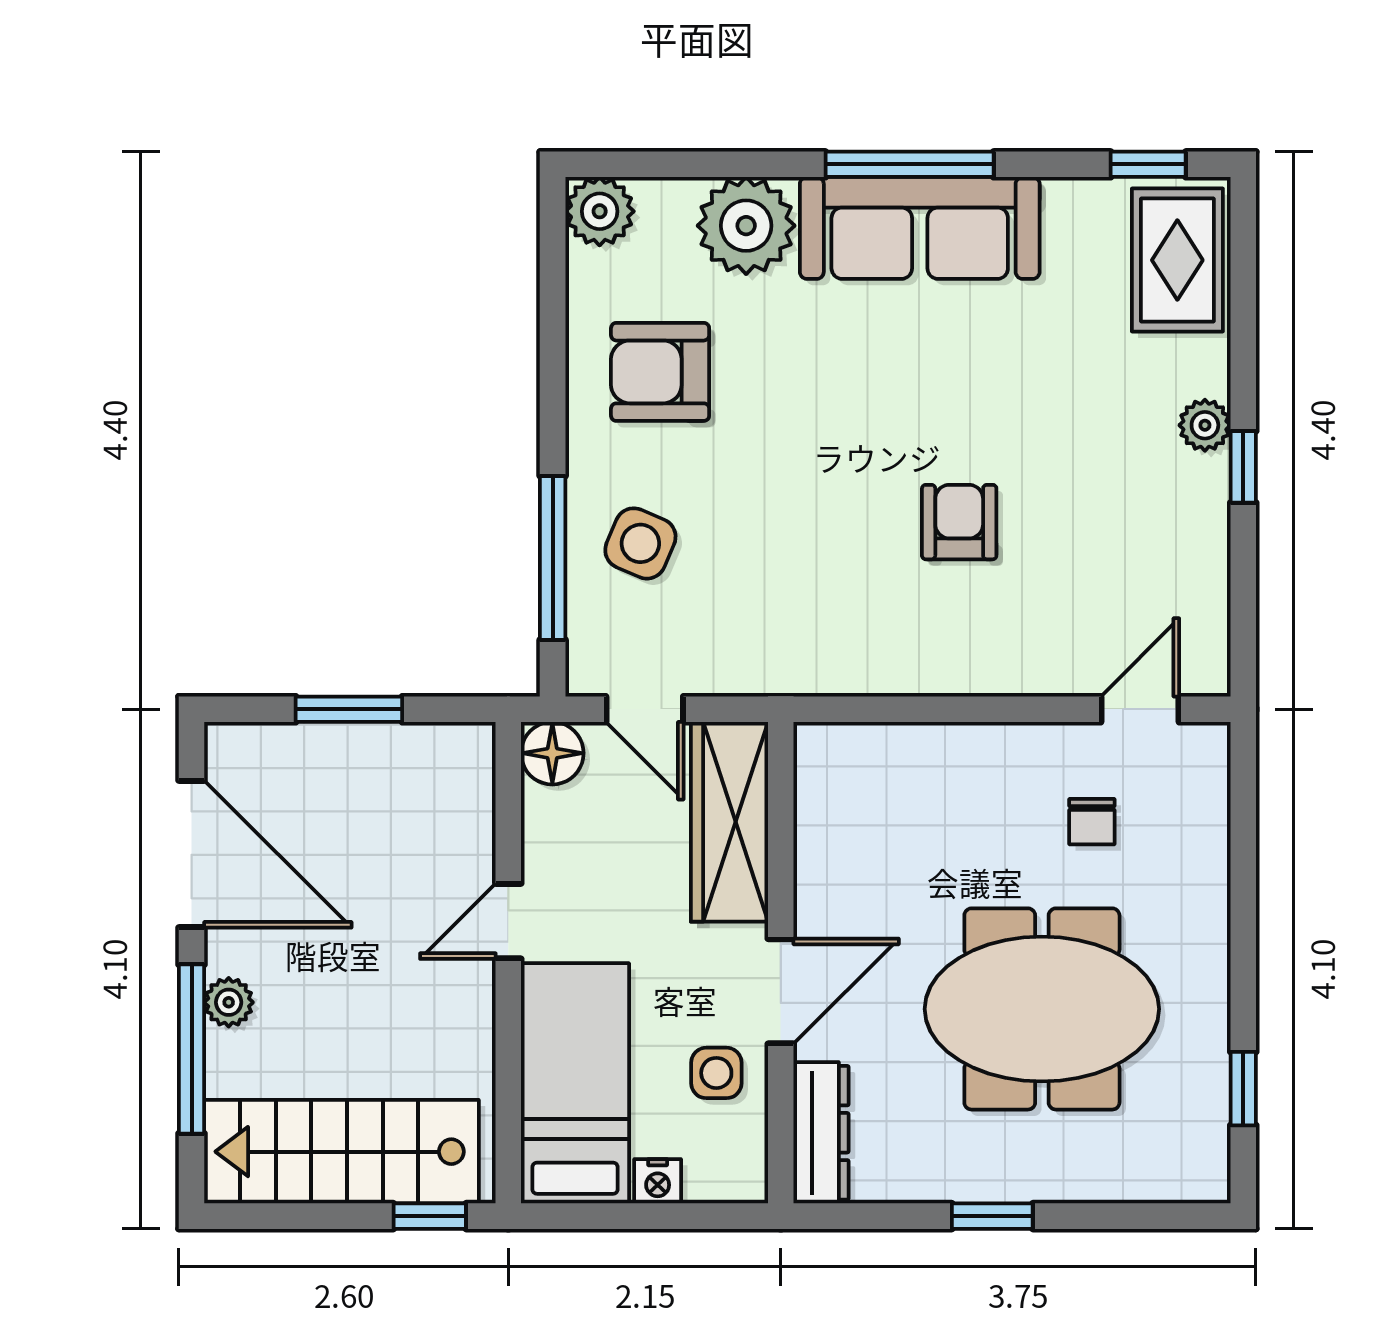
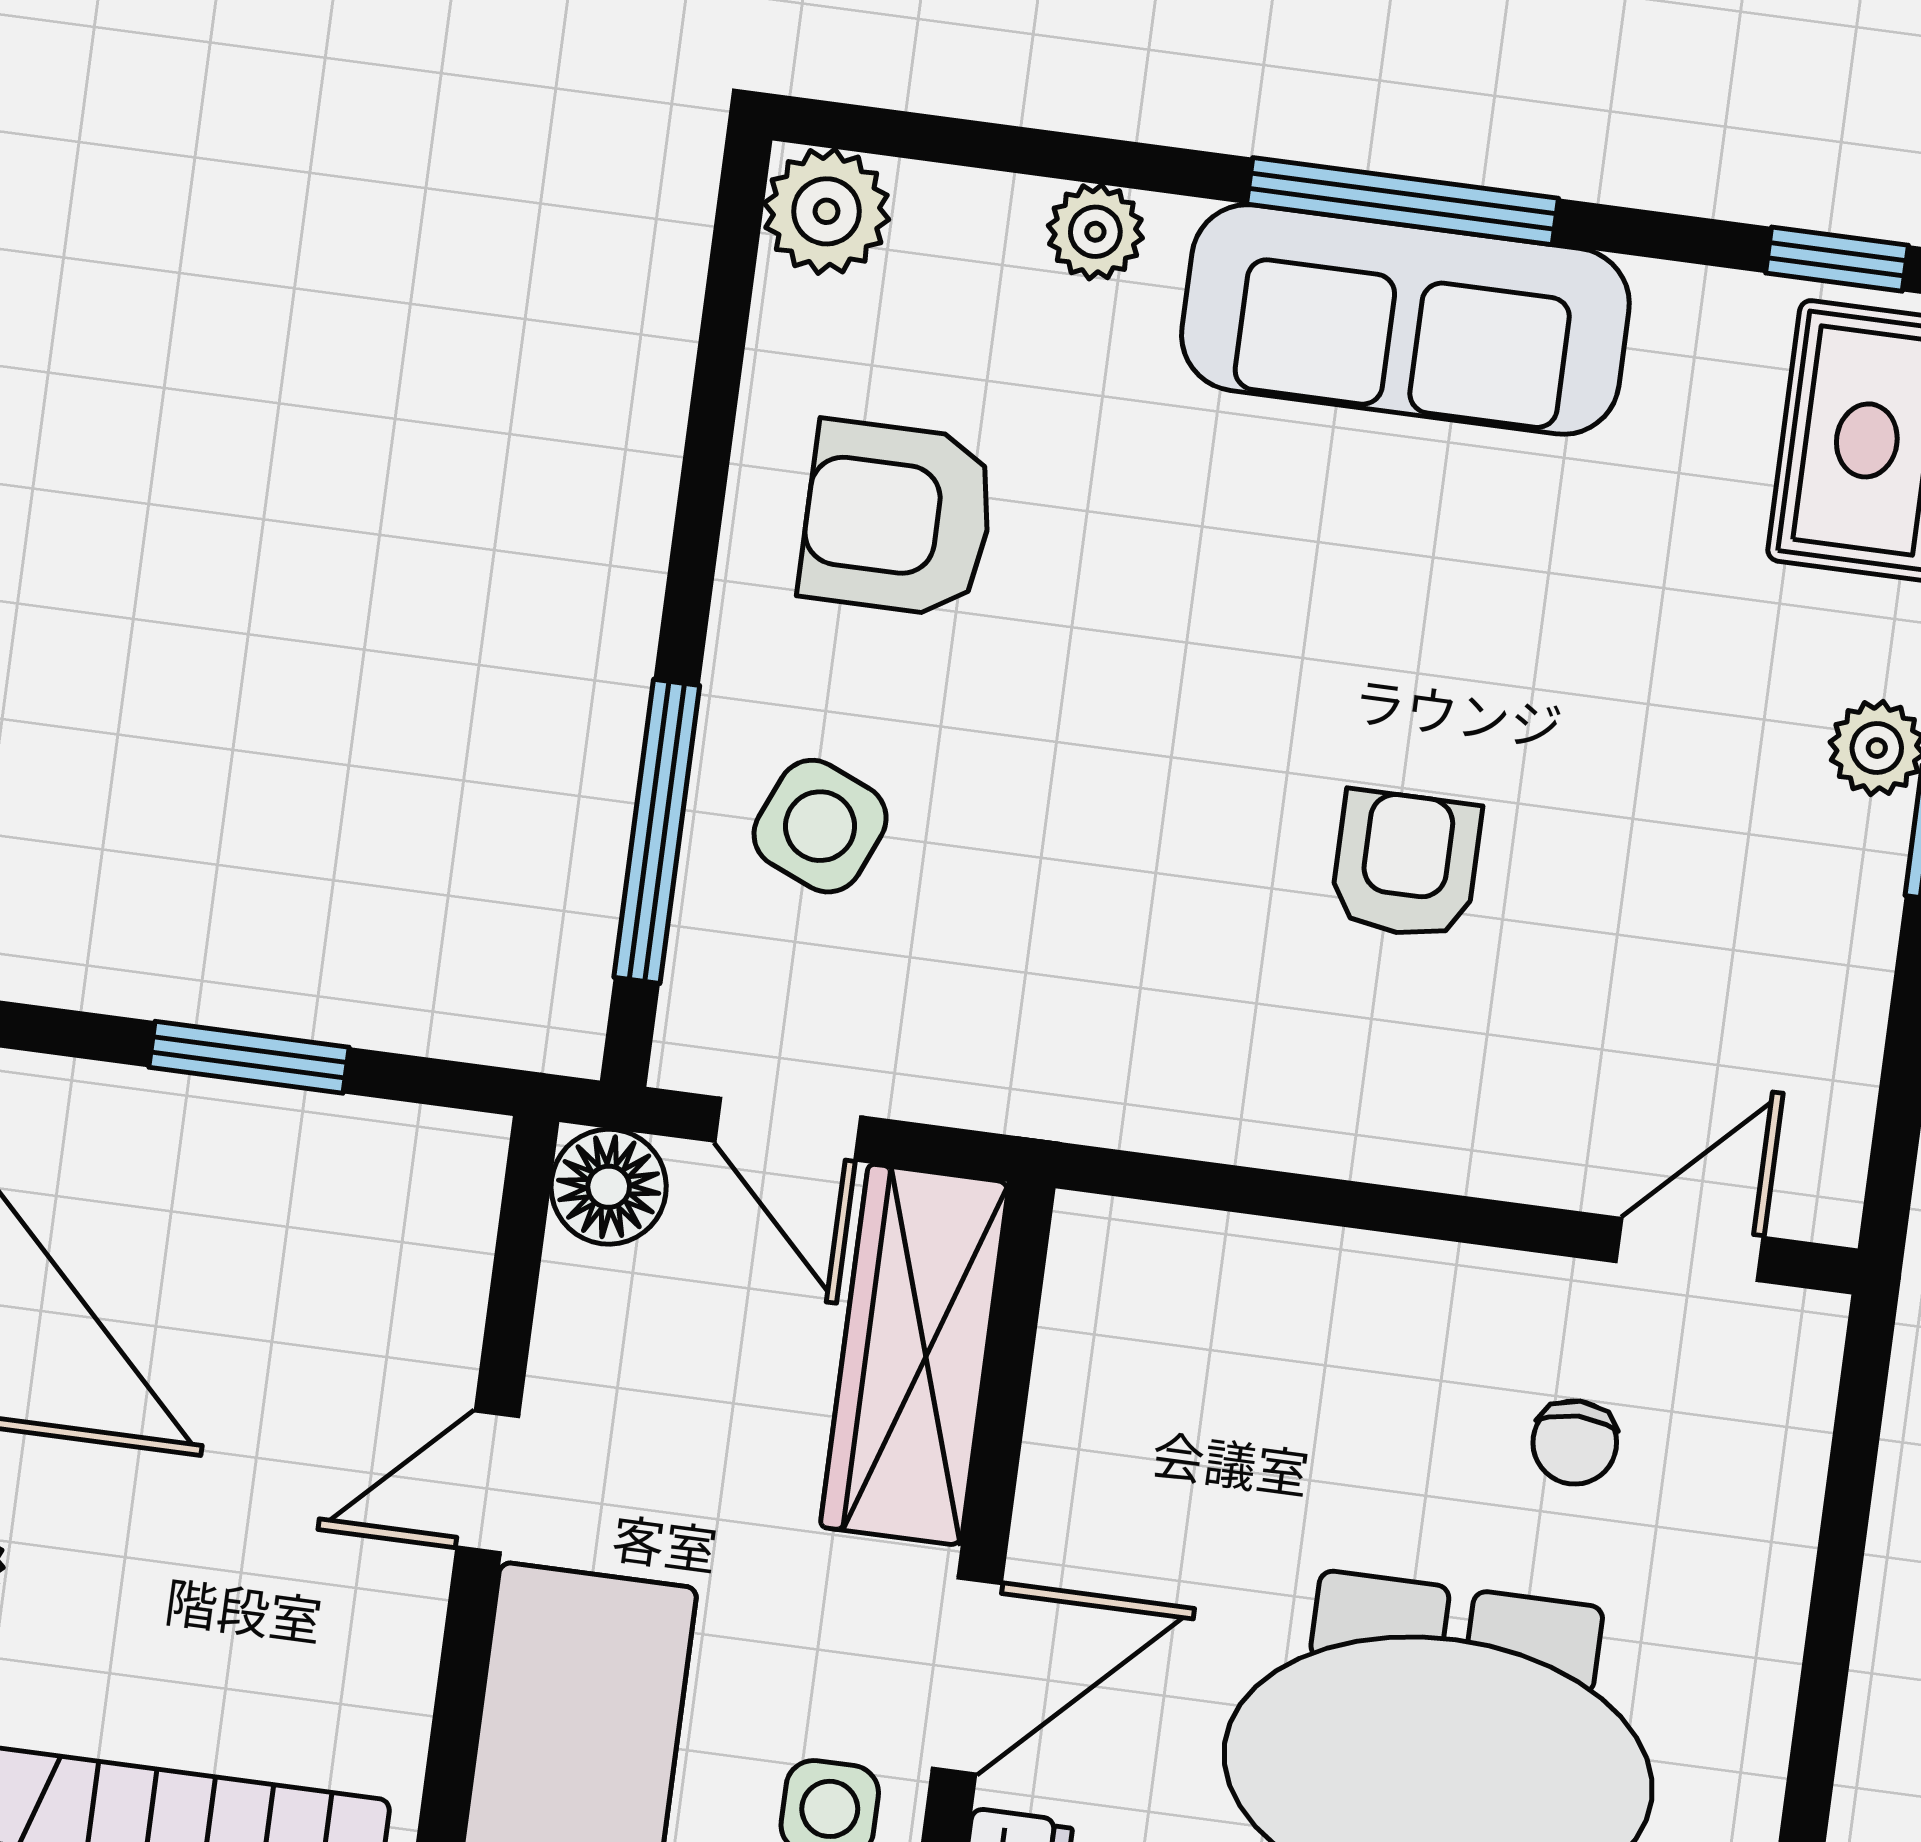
plant: (746, 226) -> (1095, 232), width x0.53, depth x0.53

